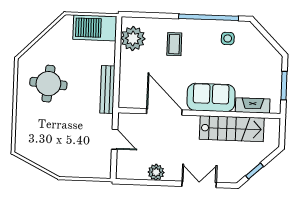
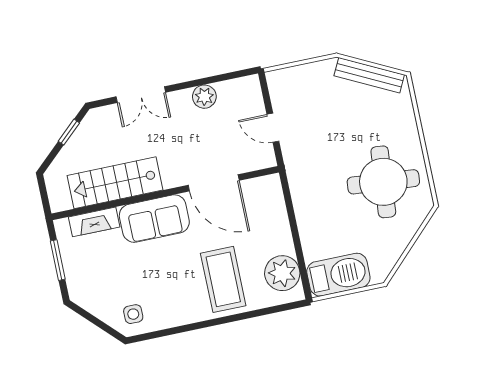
window: (209, 17) -> (185, 328), removed
side table: (228, 38) -> (133, 314), moved
coffee table: (174, 44) -> (223, 279), width x1.86, depth x1.72
round table: (48, 84) -> (383, 182), width x1.36, depth x1.36
bench: (107, 90) -> (369, 75), moved, turned -63

